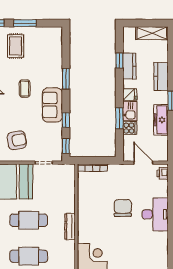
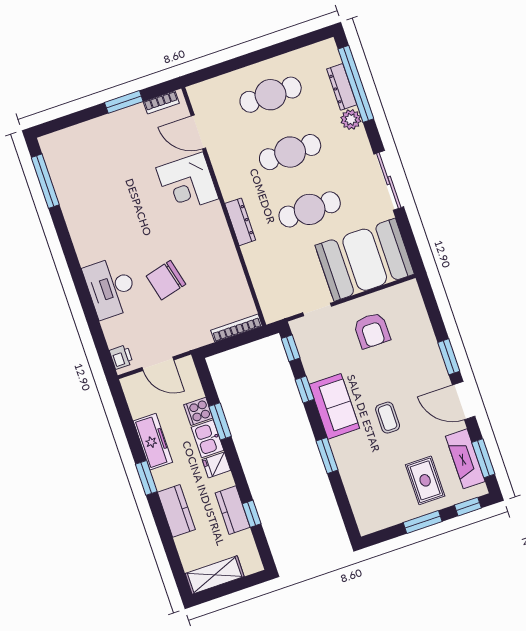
armchair: (17, 140) -> (372, 331), turned -80
chair: (123, 208) -> (166, 280), turned 76

